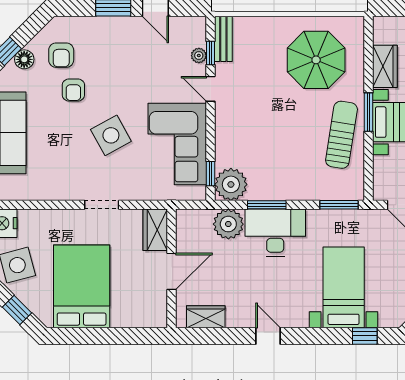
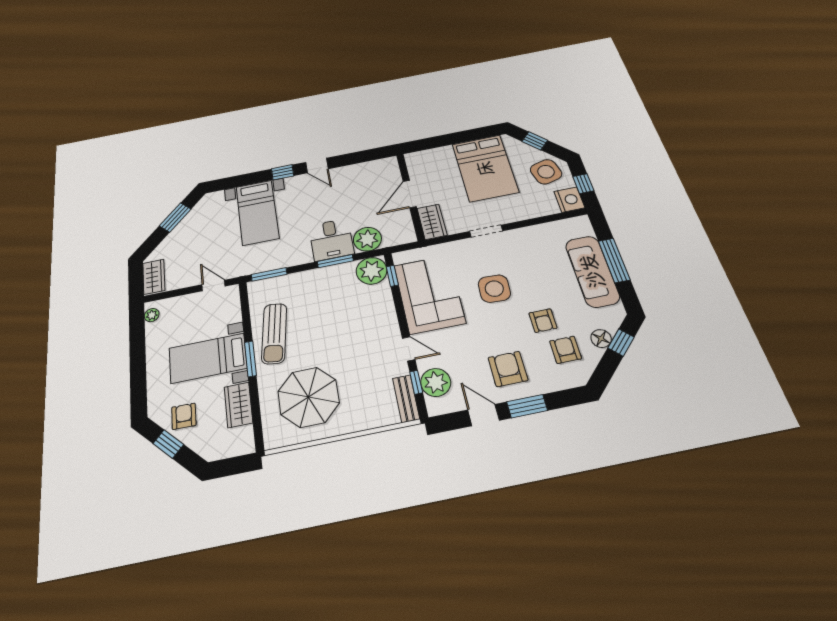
armchair: (121, 48) -> (508, 369), added
plant: (199, 56) -> (436, 382), width x1.87, depth x1.87
armchair: (73, 90) -> (543, 321), turned 180
side table: (111, 135) -> (494, 289), turned 32
desk: (275, 233) -> (331, 240), width x0.73
wardrobe: (206, 317) -> (373, 168), removed
window: (365, 336) -> (283, 172), moved

